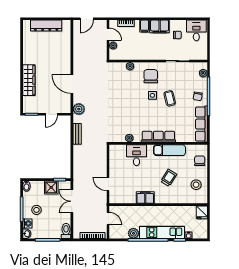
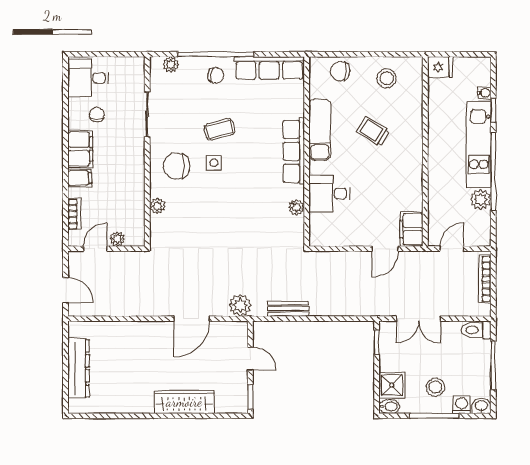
shower: (51, 187) -> (392, 385), moved
filing cabinet: (145, 198) -> (411, 229), moved

